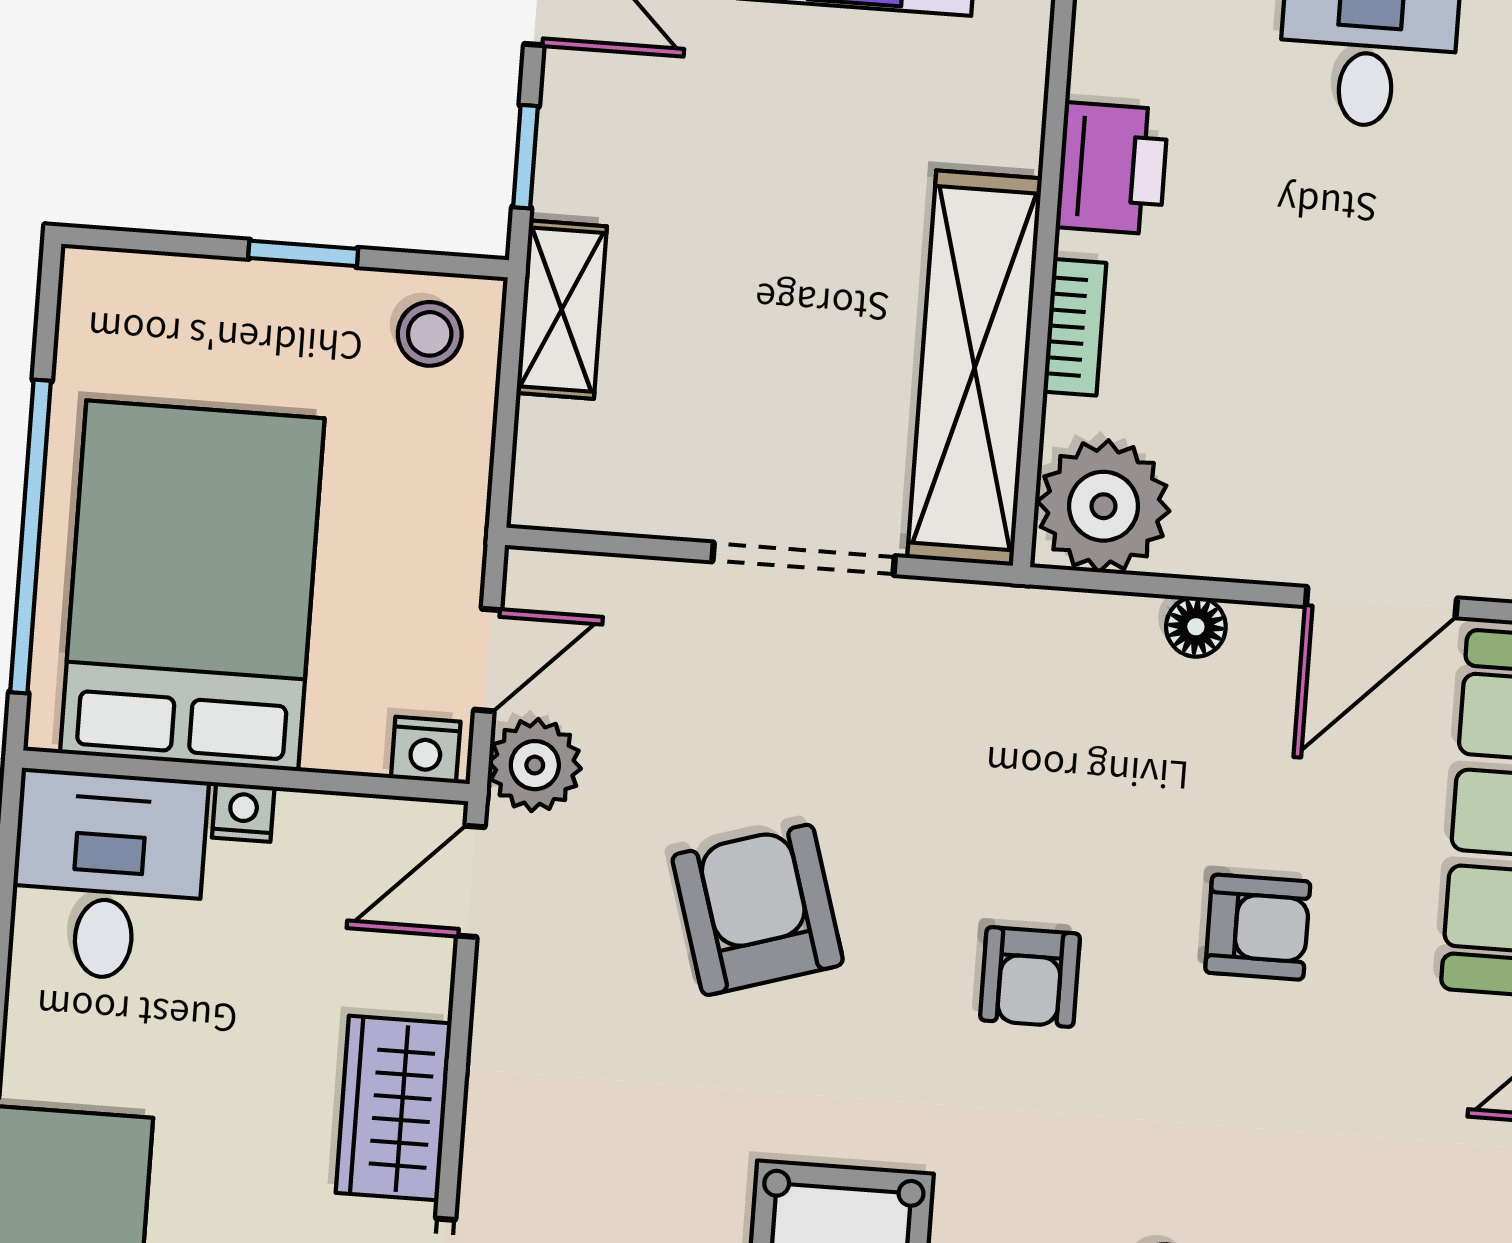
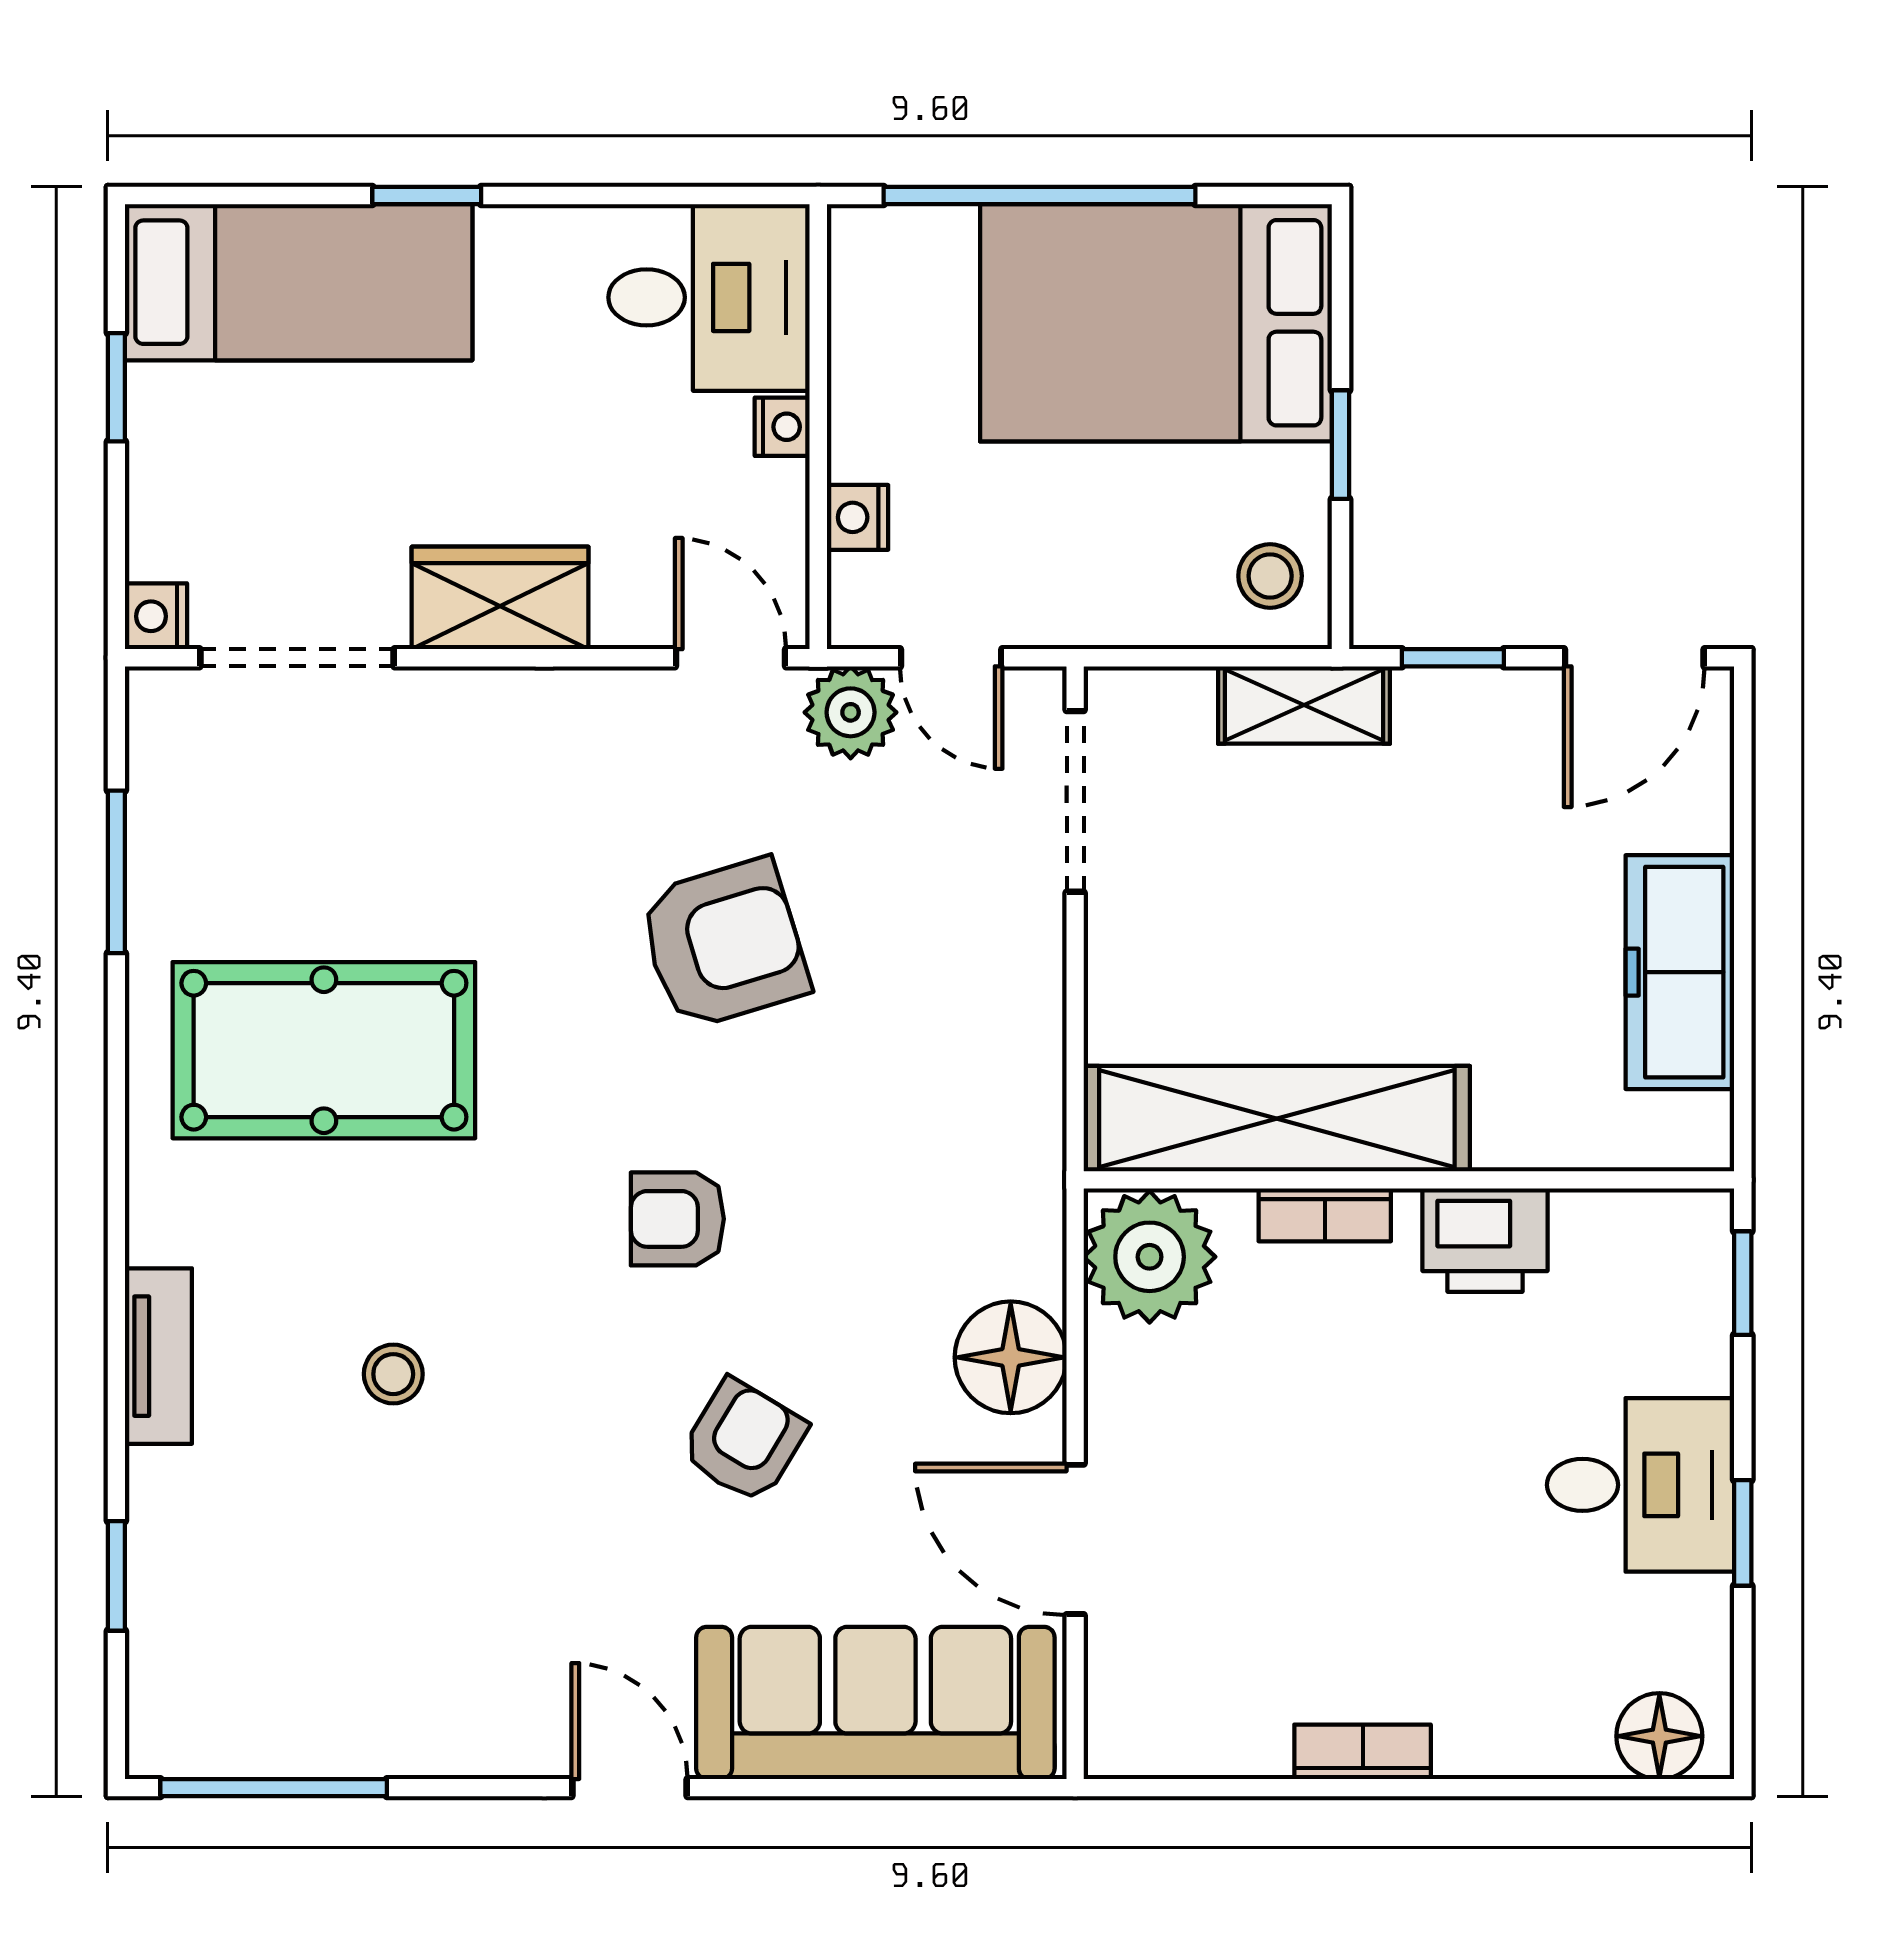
doorway: (804, 559) -> (1075, 801), moved
bed: (192, 586) -> (1156, 323), moved, turned 180
floor lamp: (1196, 627) -> (1011, 1357), width x1.89, depth x1.89
nightstand: (426, 750) -> (858, 517), moved
armchair: (1258, 927) -> (744, 1441), turned -149

